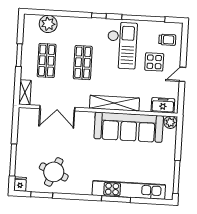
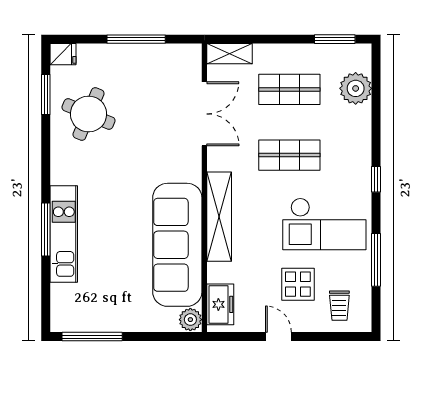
window: (143, 18) -> (376, 260), width x0.68
window: (19, 55) -> (335, 39), moved
double door: (57, 108) -> (204, 114), swing flipped
window: (13, 160) -> (136, 39), moved
kitchen unit: (129, 190) -> (64, 234), width x0.73

